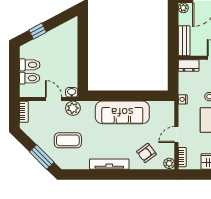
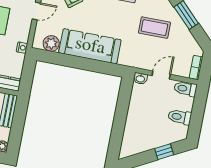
toilet: (30, 78) -> (185, 89), moved
door: (54, 99) -> (161, 75), swing flipped
plant: (73, 108) -> (51, 43), moved

